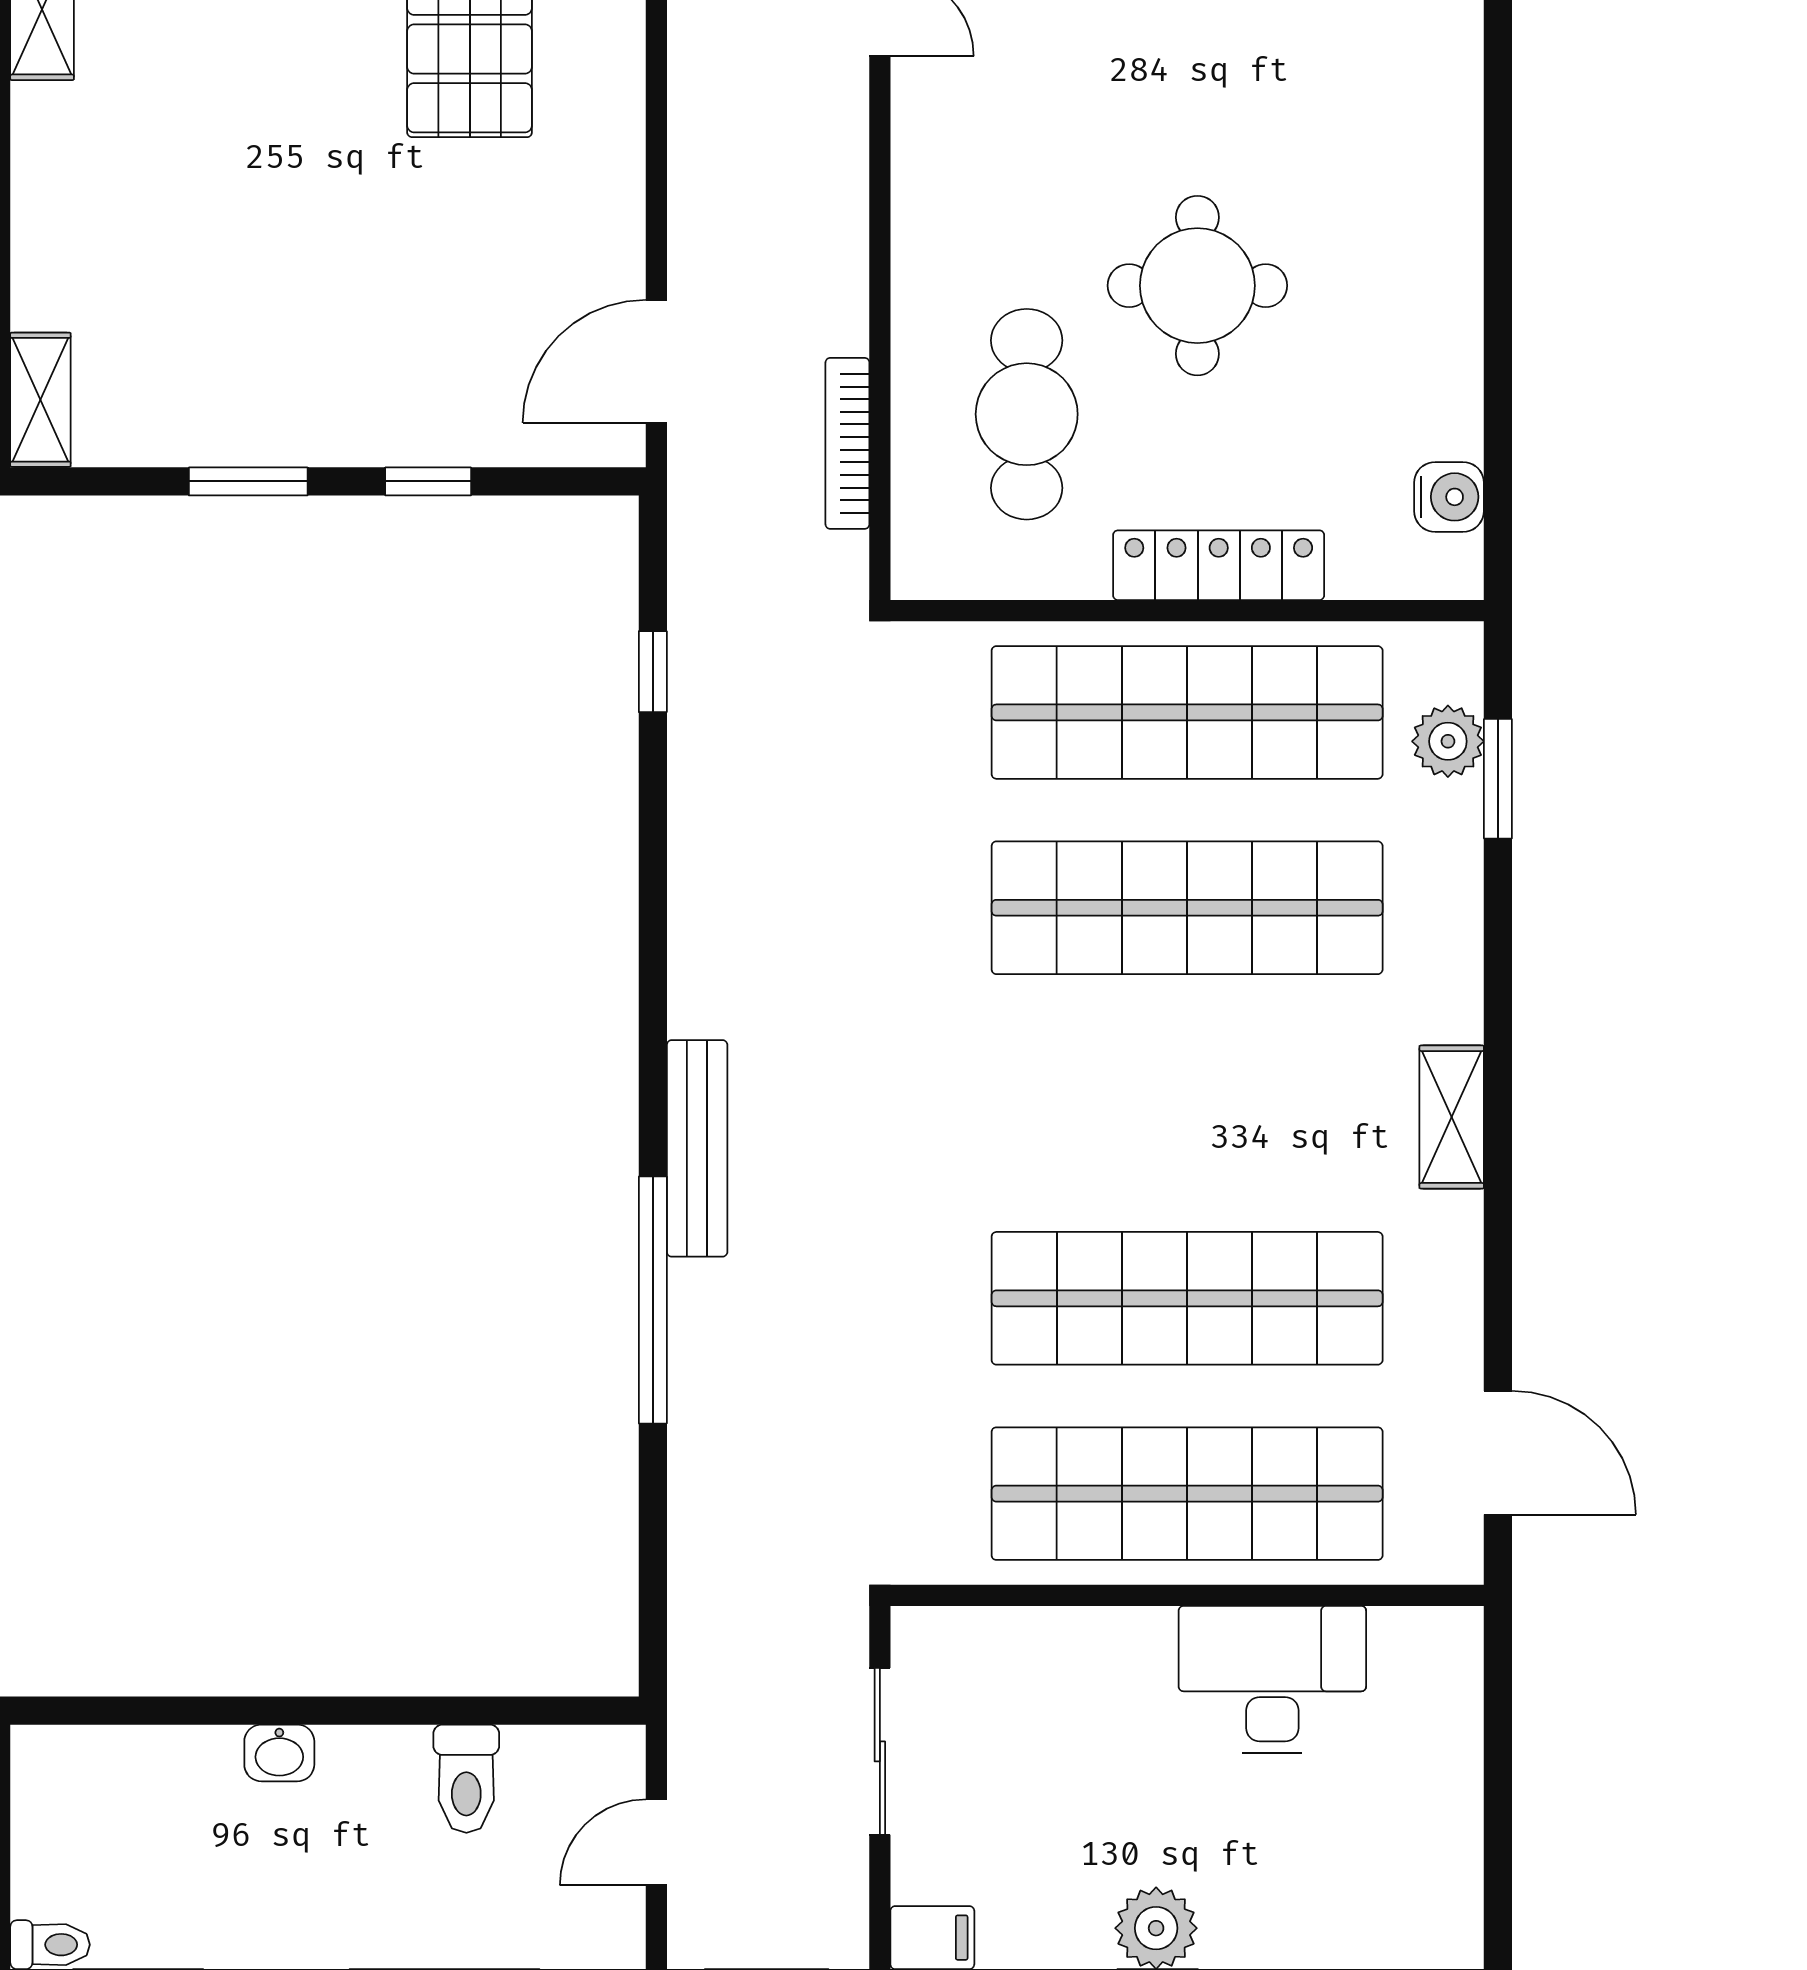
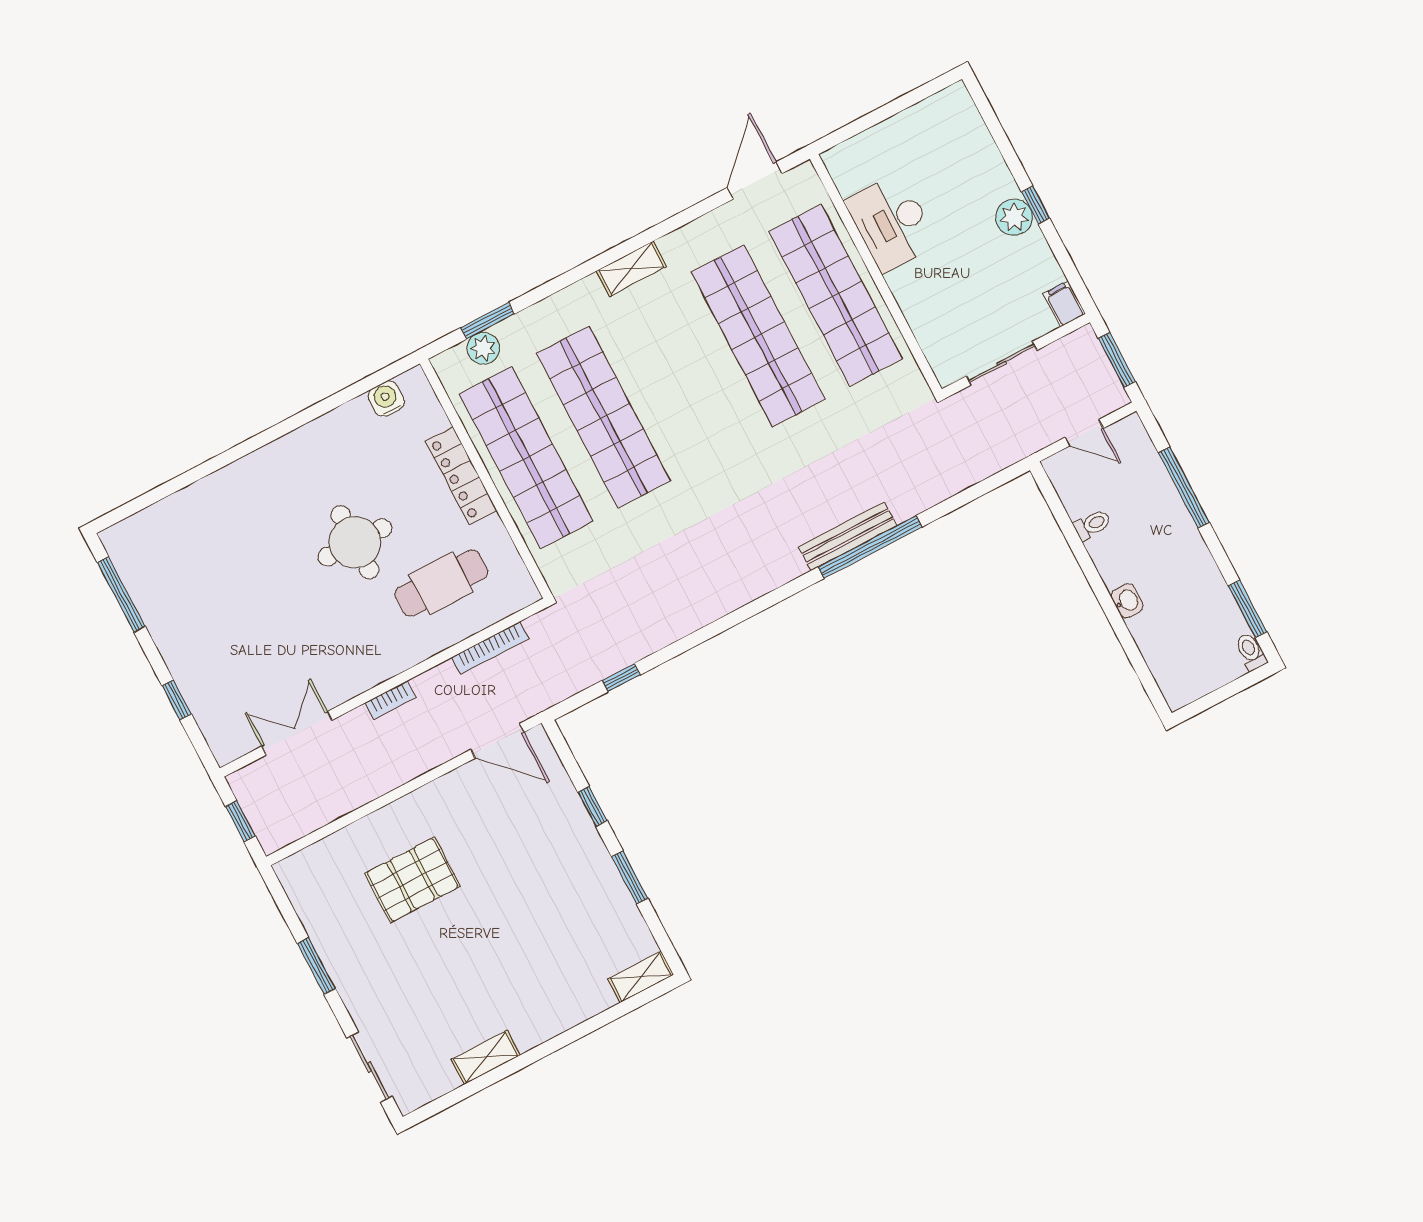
bookcase: (848, 192) -> (390, 700), added
bench: (697, 1148) -> (848, 536), moved
toilet: (466, 1779) -> (1092, 525), width x0.73, depth x0.72

